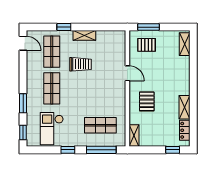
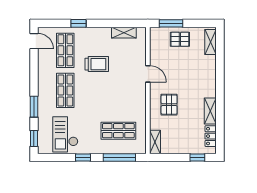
shelving: (84, 35) -> (124, 33), moved
pallet: (147, 45) -> (180, 39), moved

